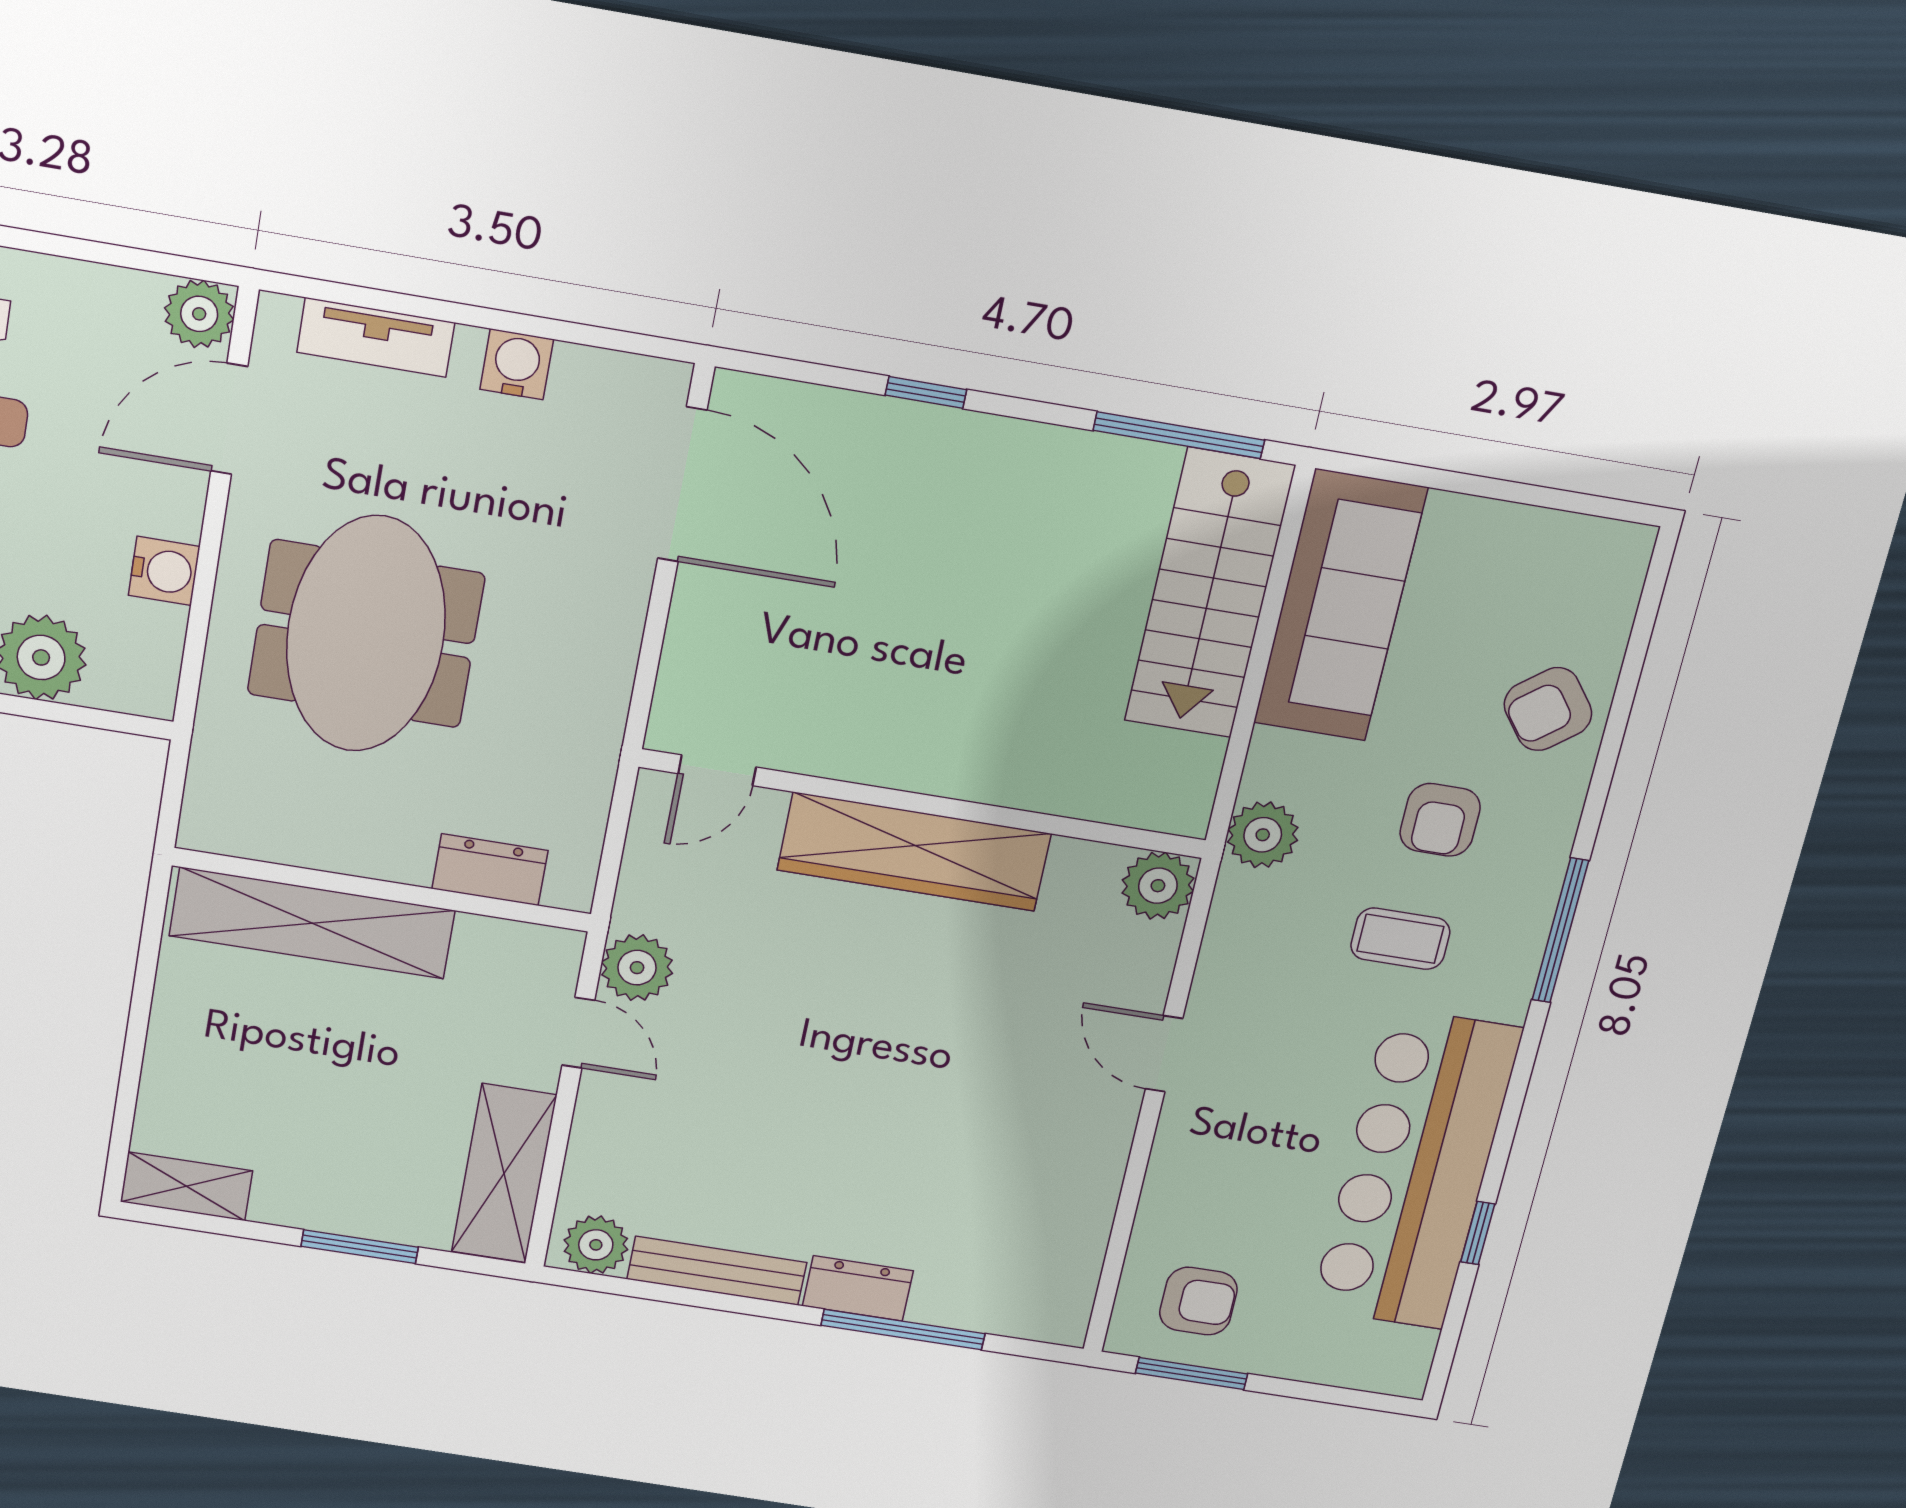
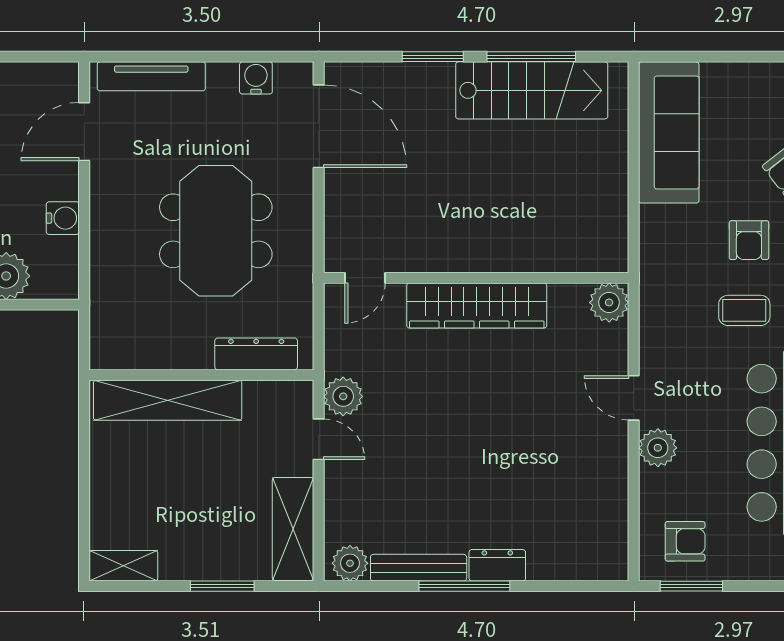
plant: (199, 314) -> (61, 80), removed
tv unit: (376, 337) -> (151, 76), width x1.41
water cooler: (517, 364) -> (256, 78), moved
window: (926, 392) -> (433, 57), width x1.50
window: (1179, 435) -> (531, 57), moved
stairs: (1210, 594) -> (532, 90), moved, turned -90
meeting table: (366, 634) -> (216, 231), moved
plant: (1263, 835) -> (658, 448), moved
dresser: (490, 870) -> (256, 354), width x1.44
window: (903, 1330) -> (464, 586), moved

